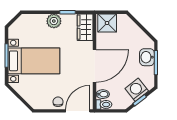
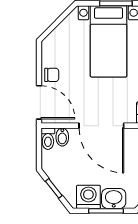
washing machine: (137, 90) -> (88, 197), moved, turned -52

